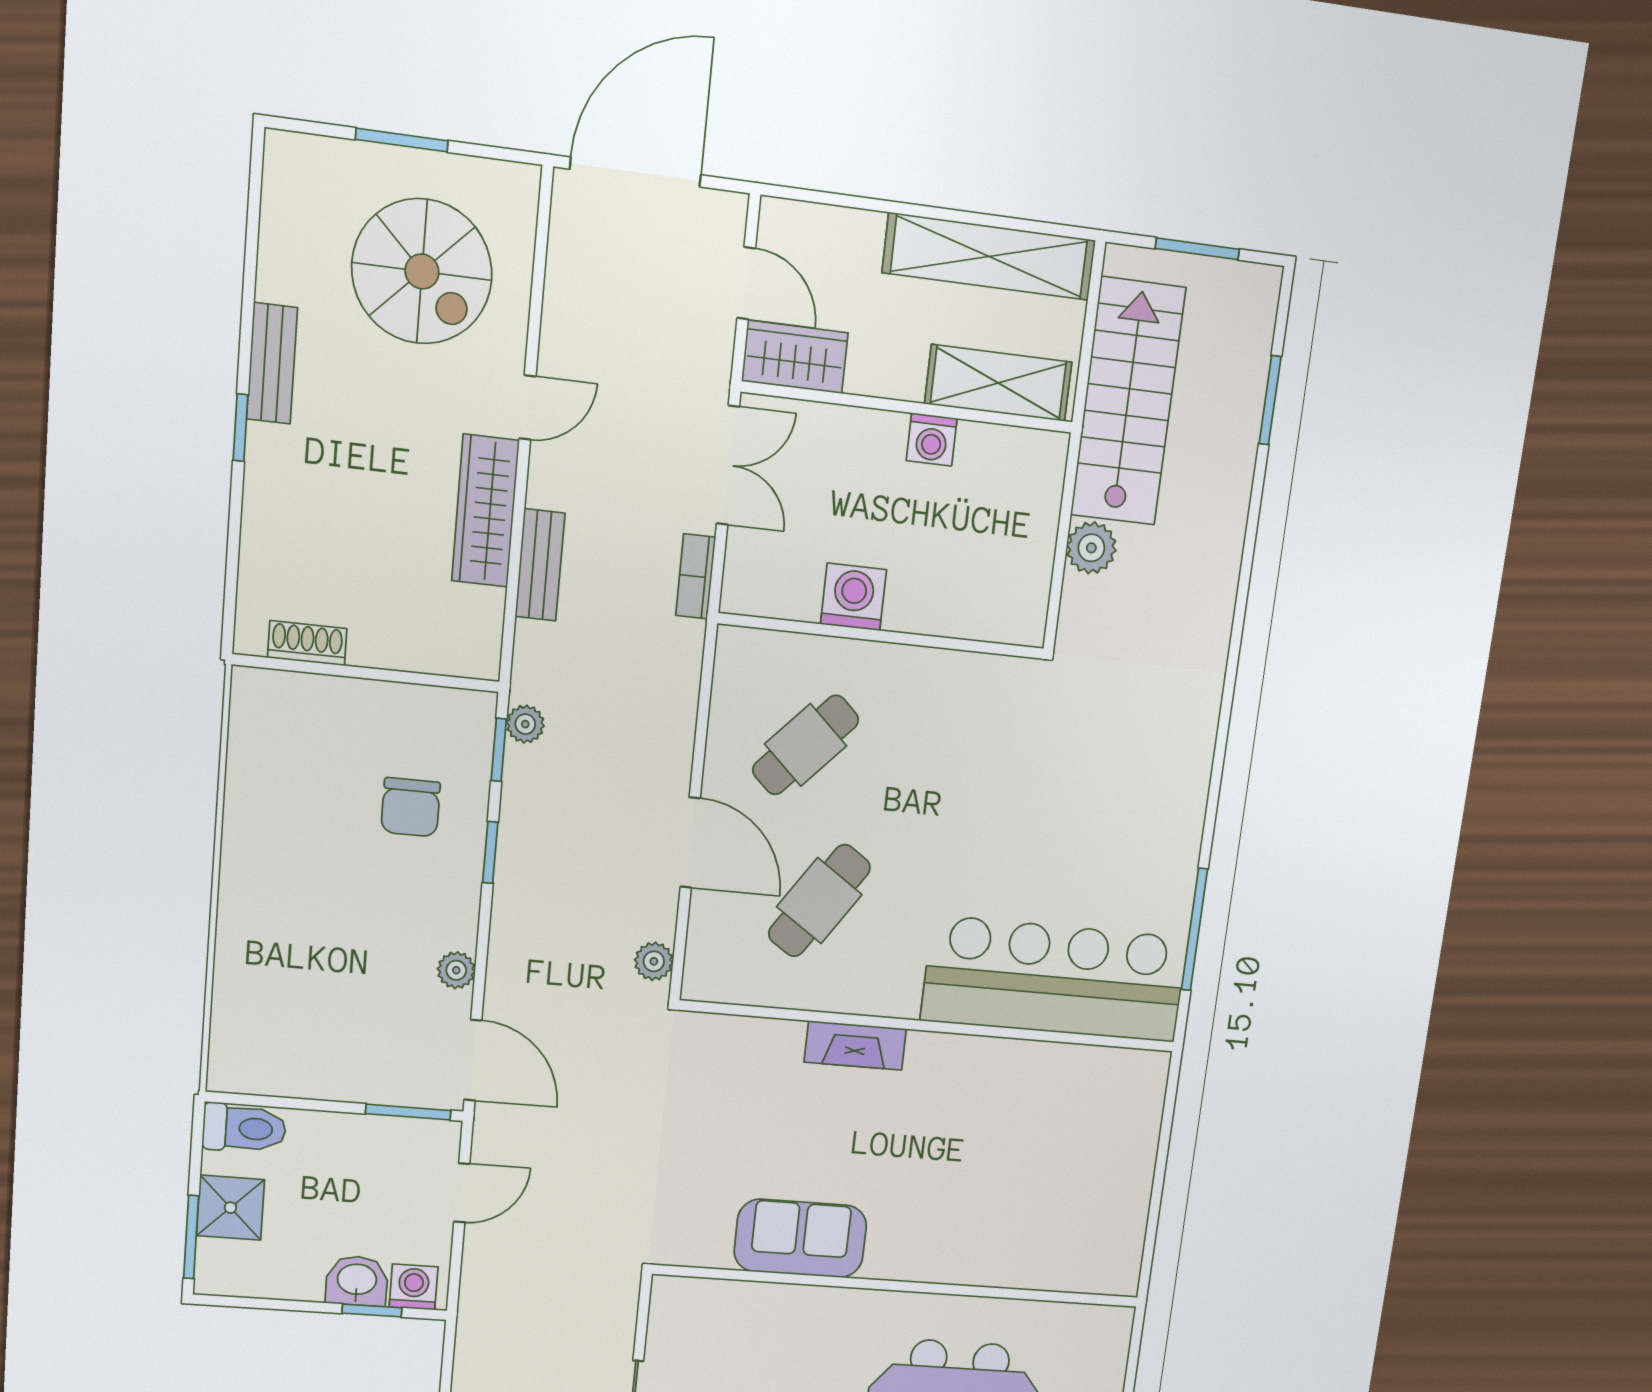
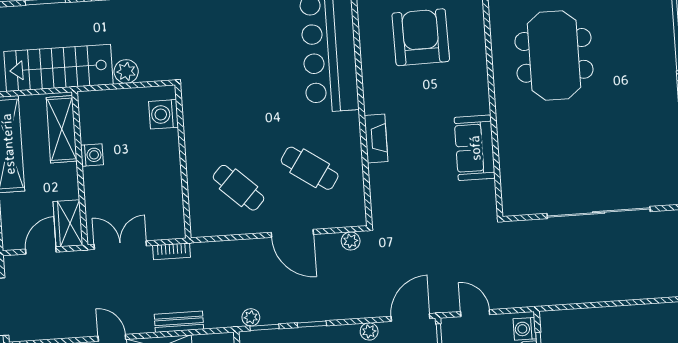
washing machine: (853, 597) -> (164, 114), moved
door: (690, 843) -> (292, 233), swing flipped
armchair: (1039, 1164) -> (421, 37), added

